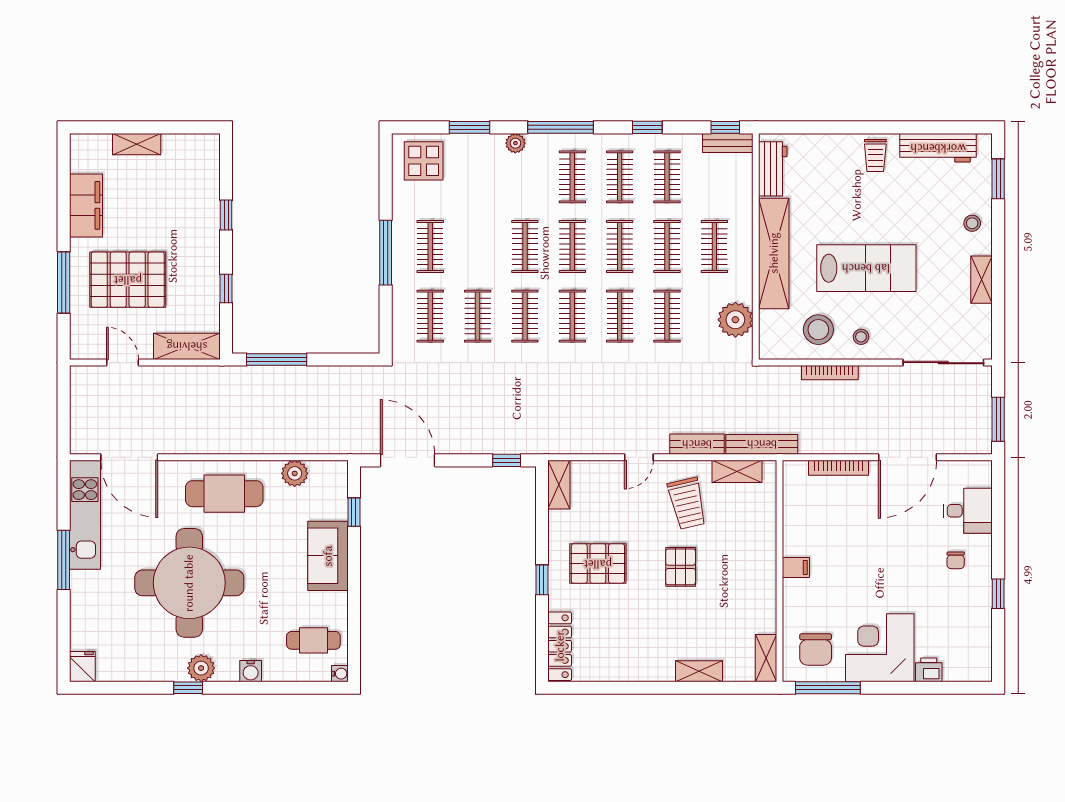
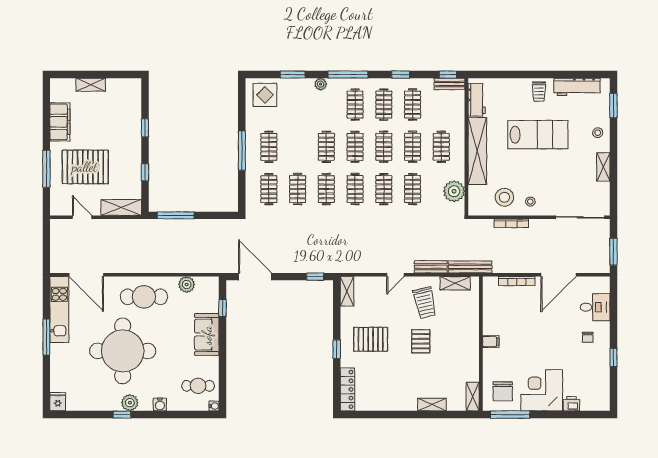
lab bench: (866, 268) -> (538, 135), moved

